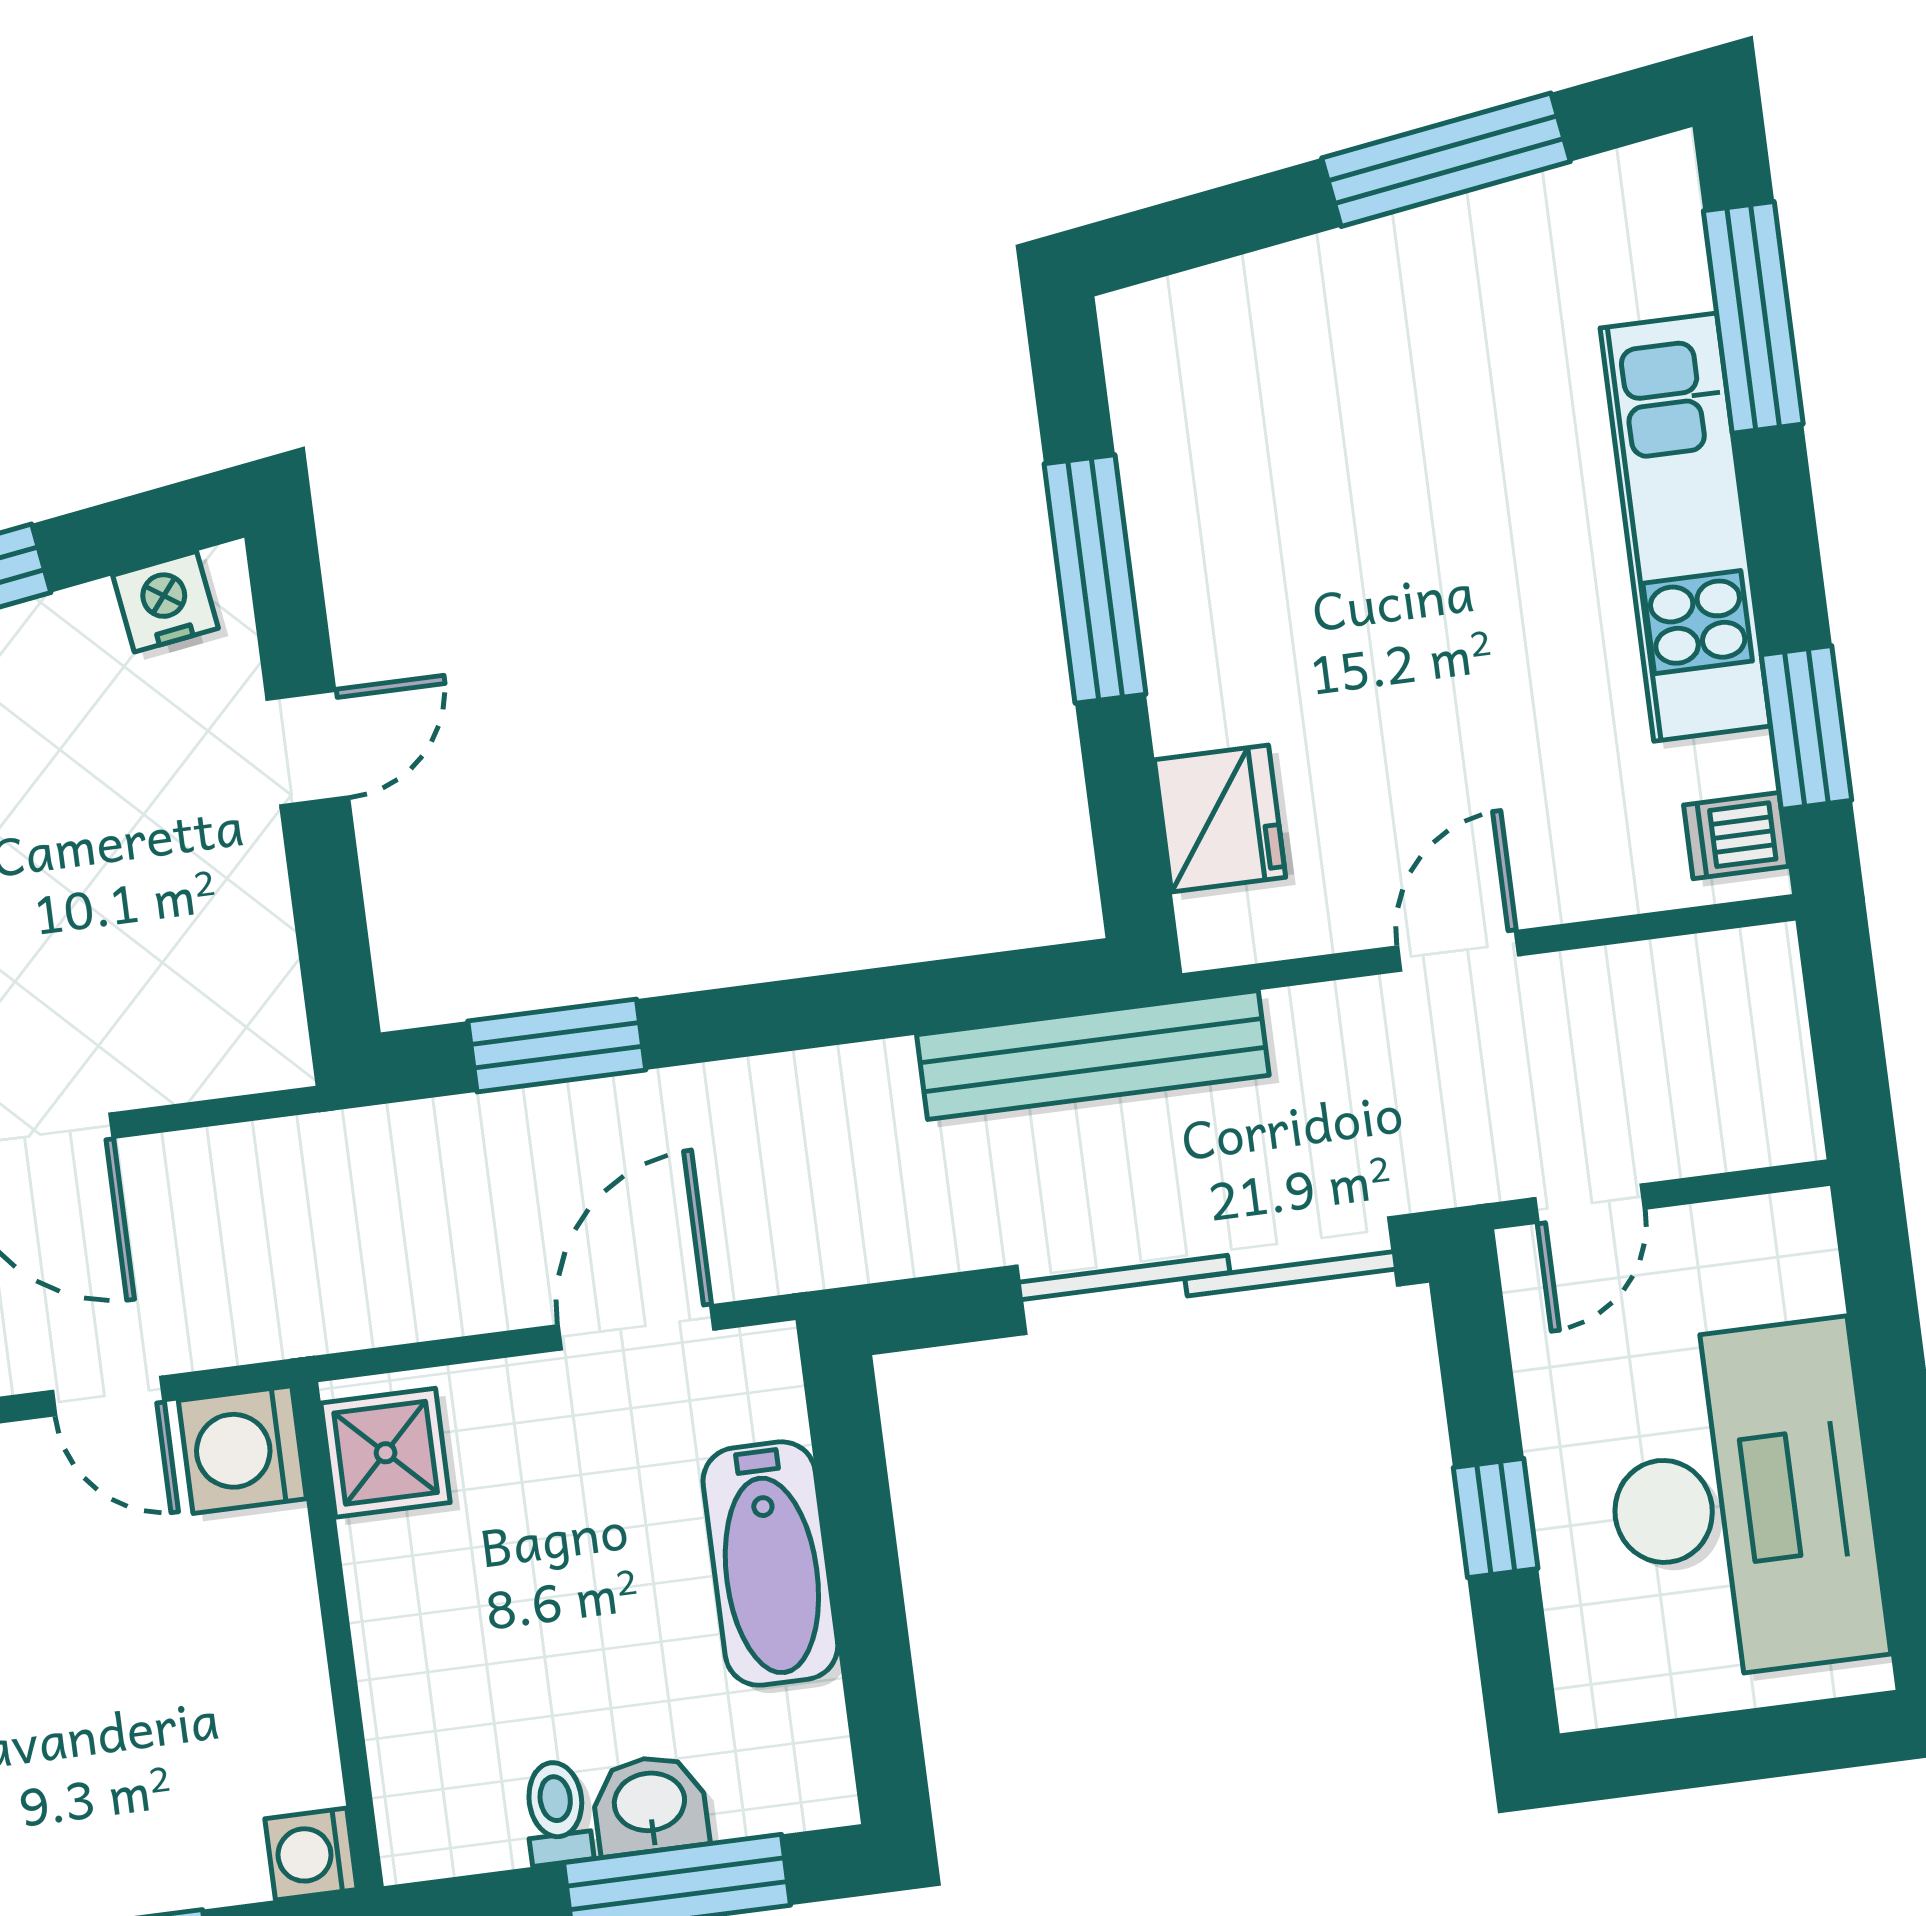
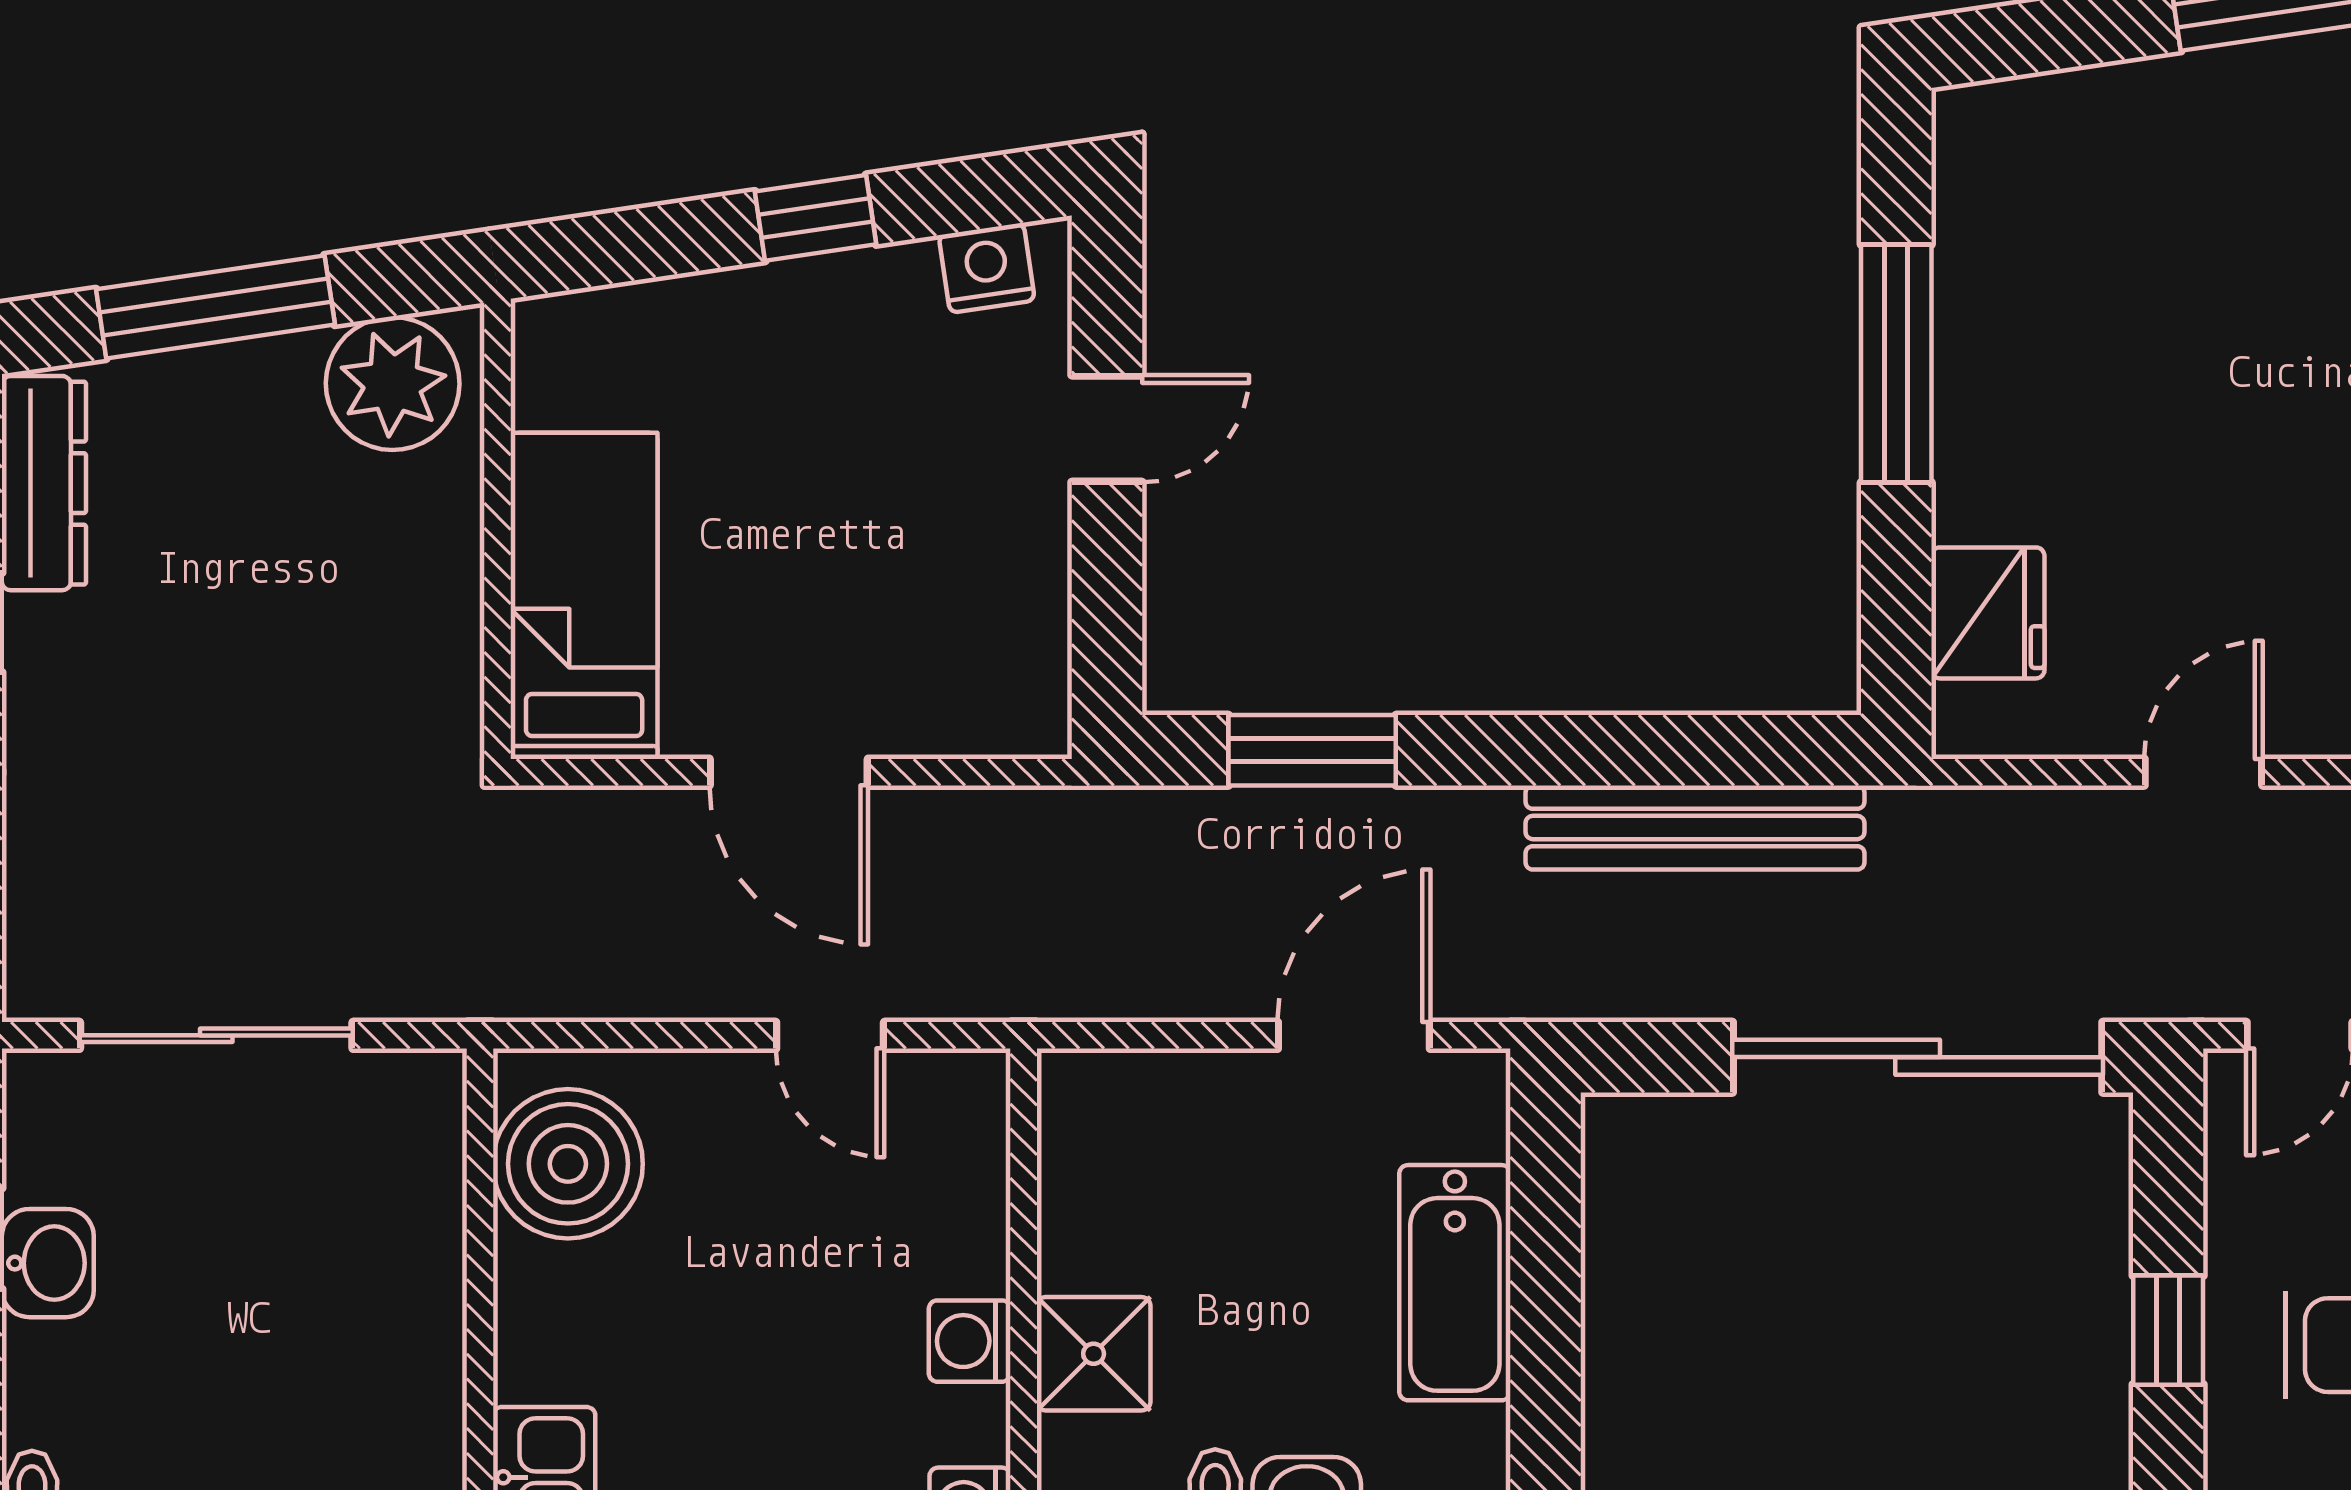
bench: (1093, 1055) -> (1695, 827), moved
washing machine: (242, 1450) -> (970, 1341), moved, width x0.73, depth x0.73
shower: (386, 1453) -> (1094, 1354), moved

